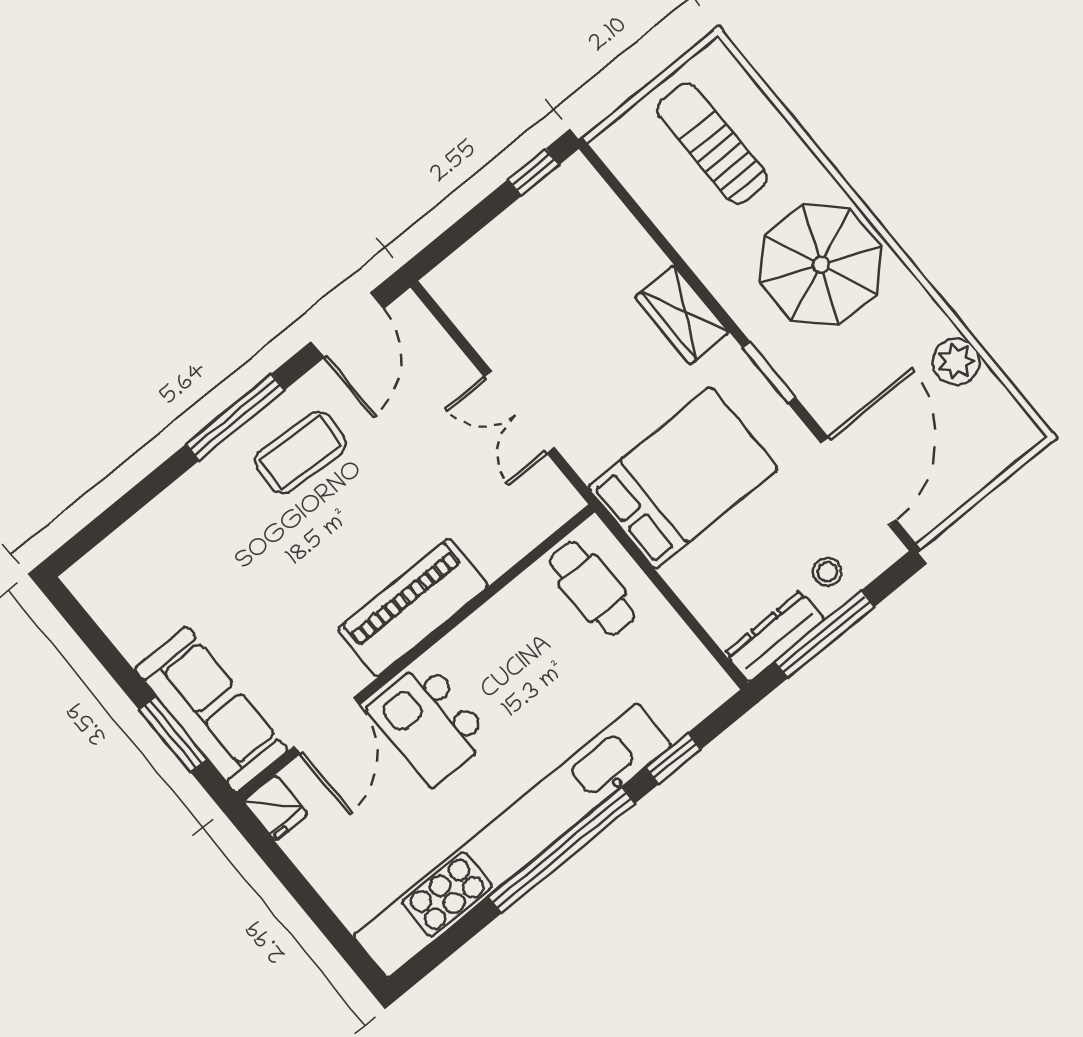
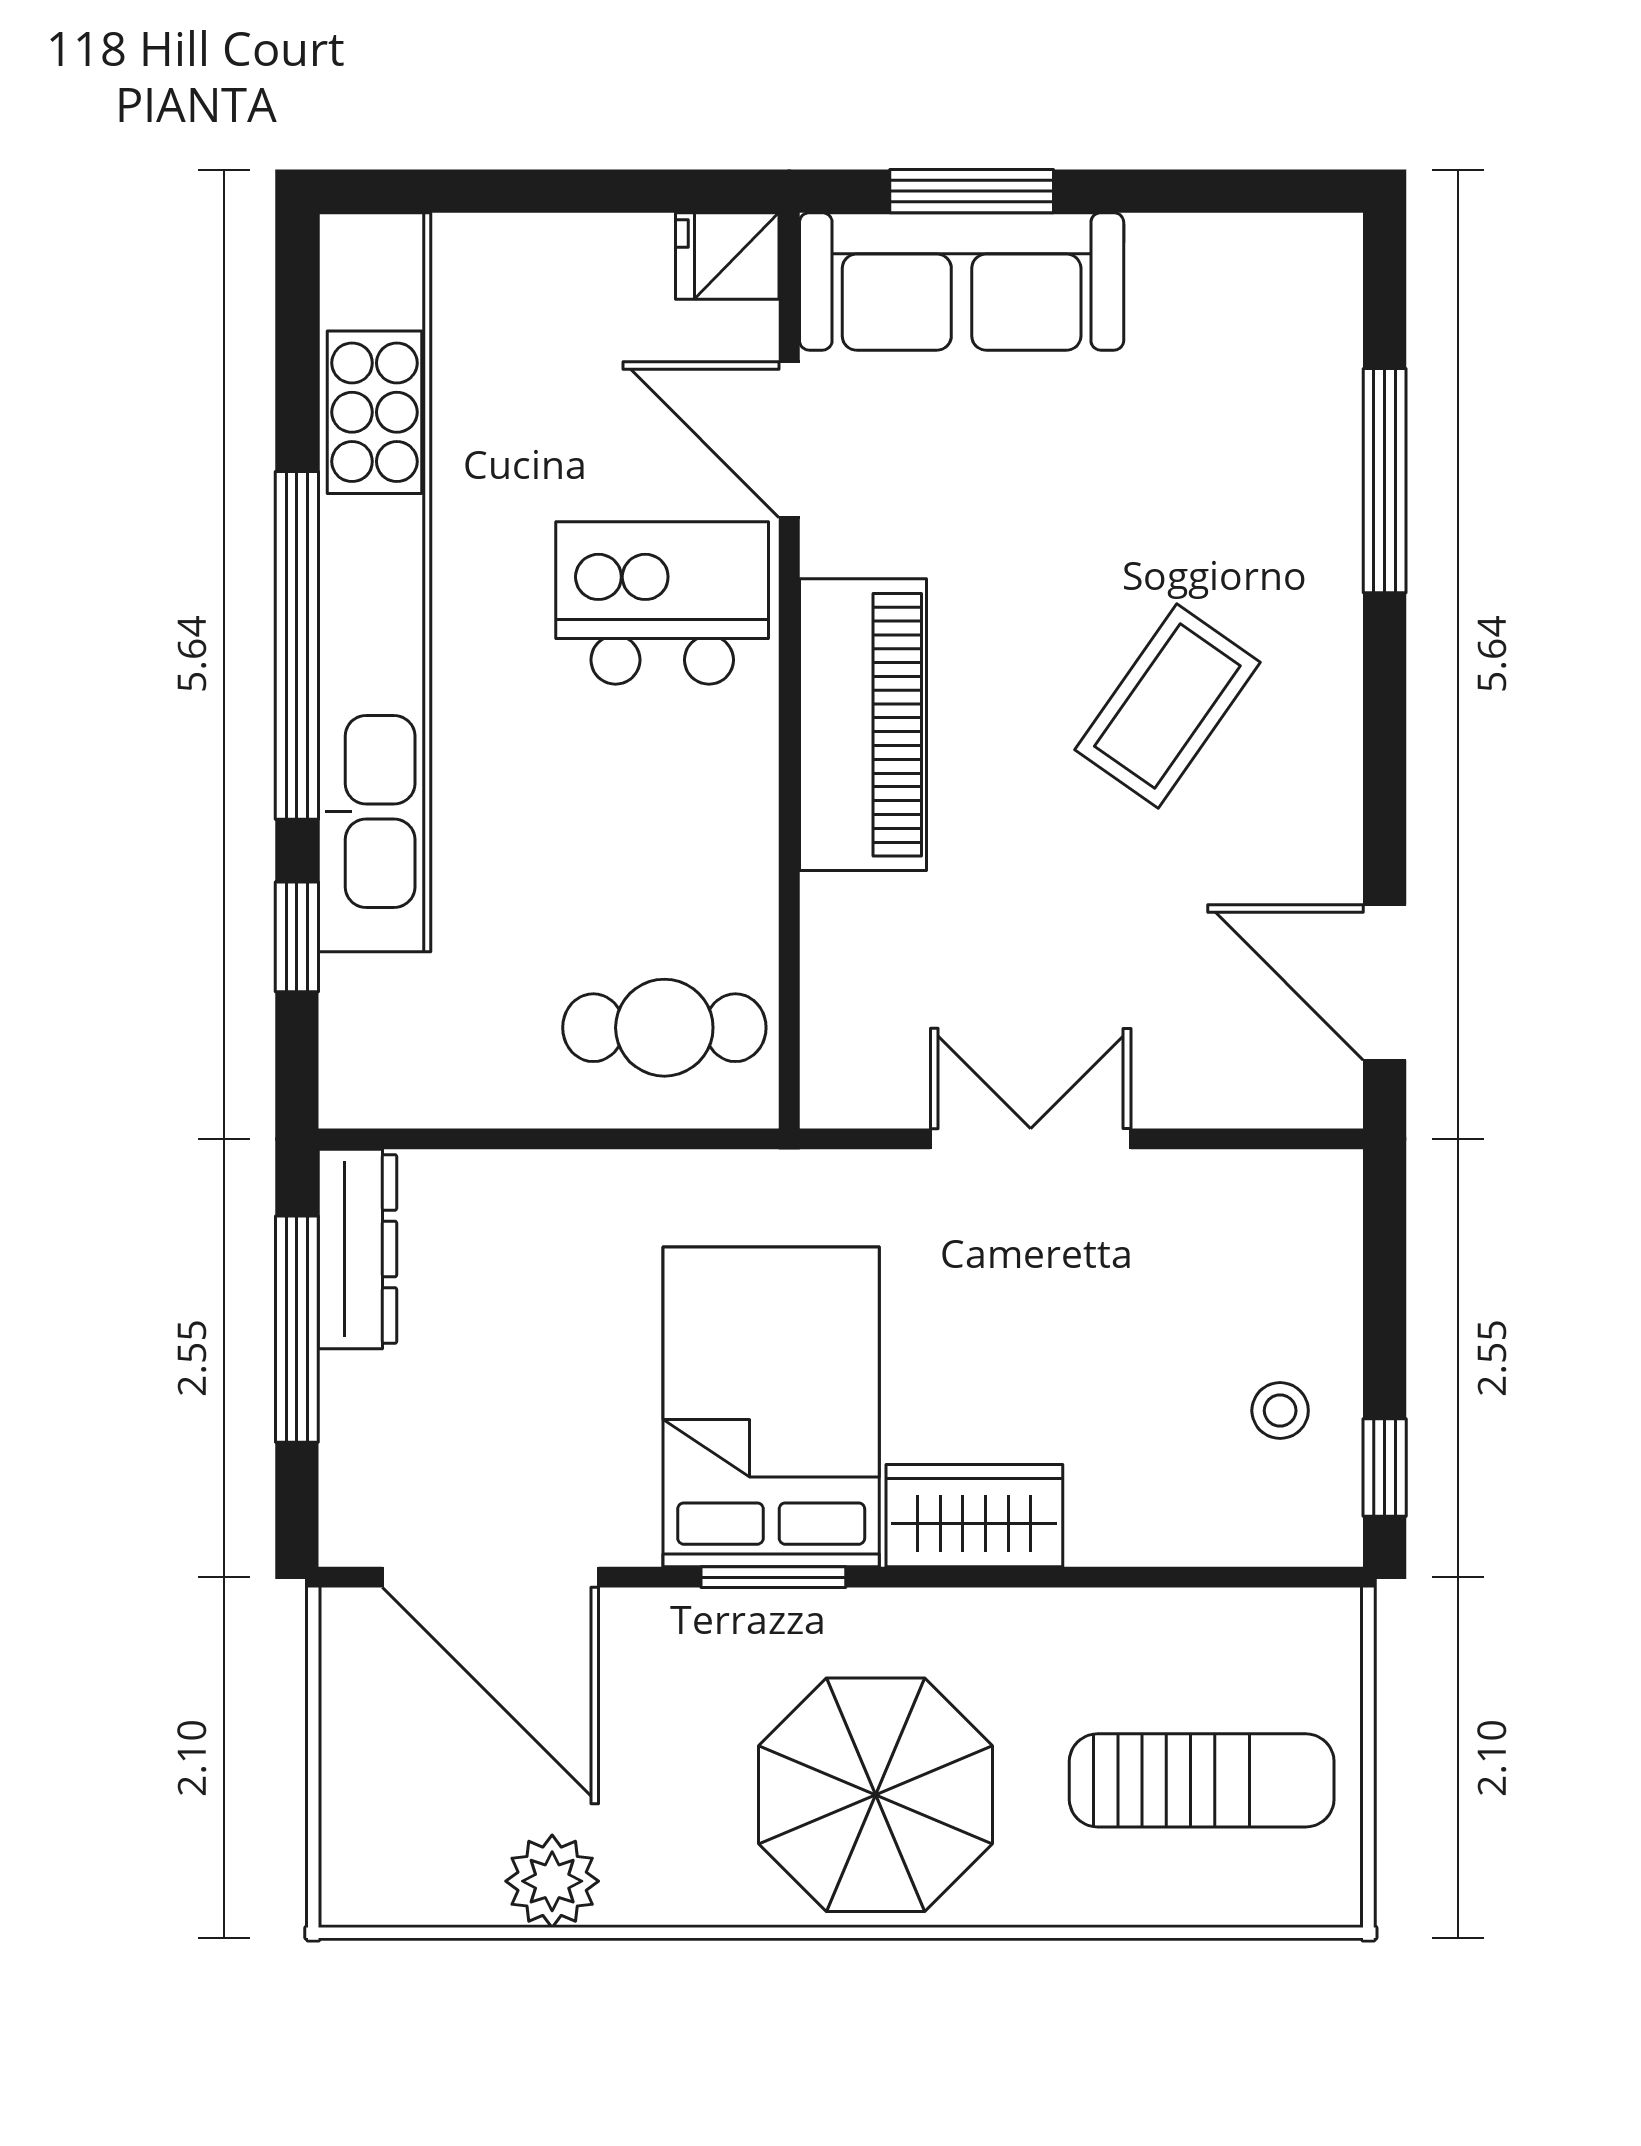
window: (235, 417) -> (1385, 481), moved
coffee table: (300, 453) -> (1167, 706), moved, turned 32
bed: (683, 478) -> (771, 1407), moved, turned 180
stool: (827, 572) -> (1280, 1411), moved

